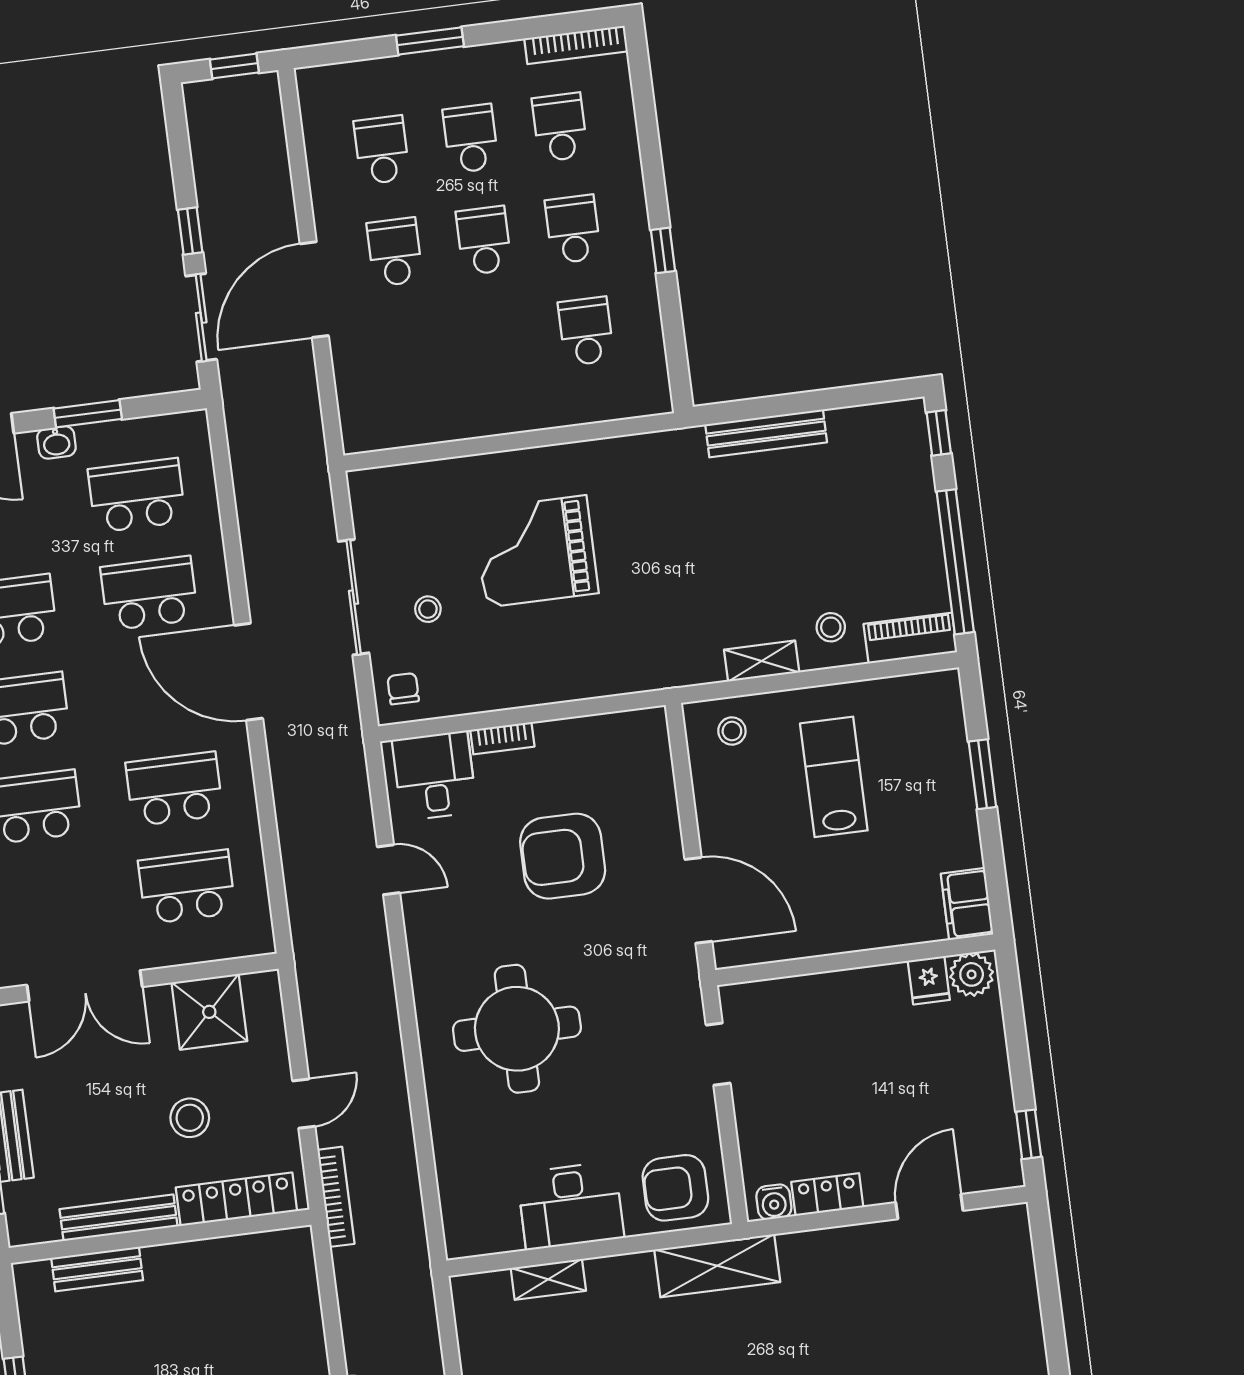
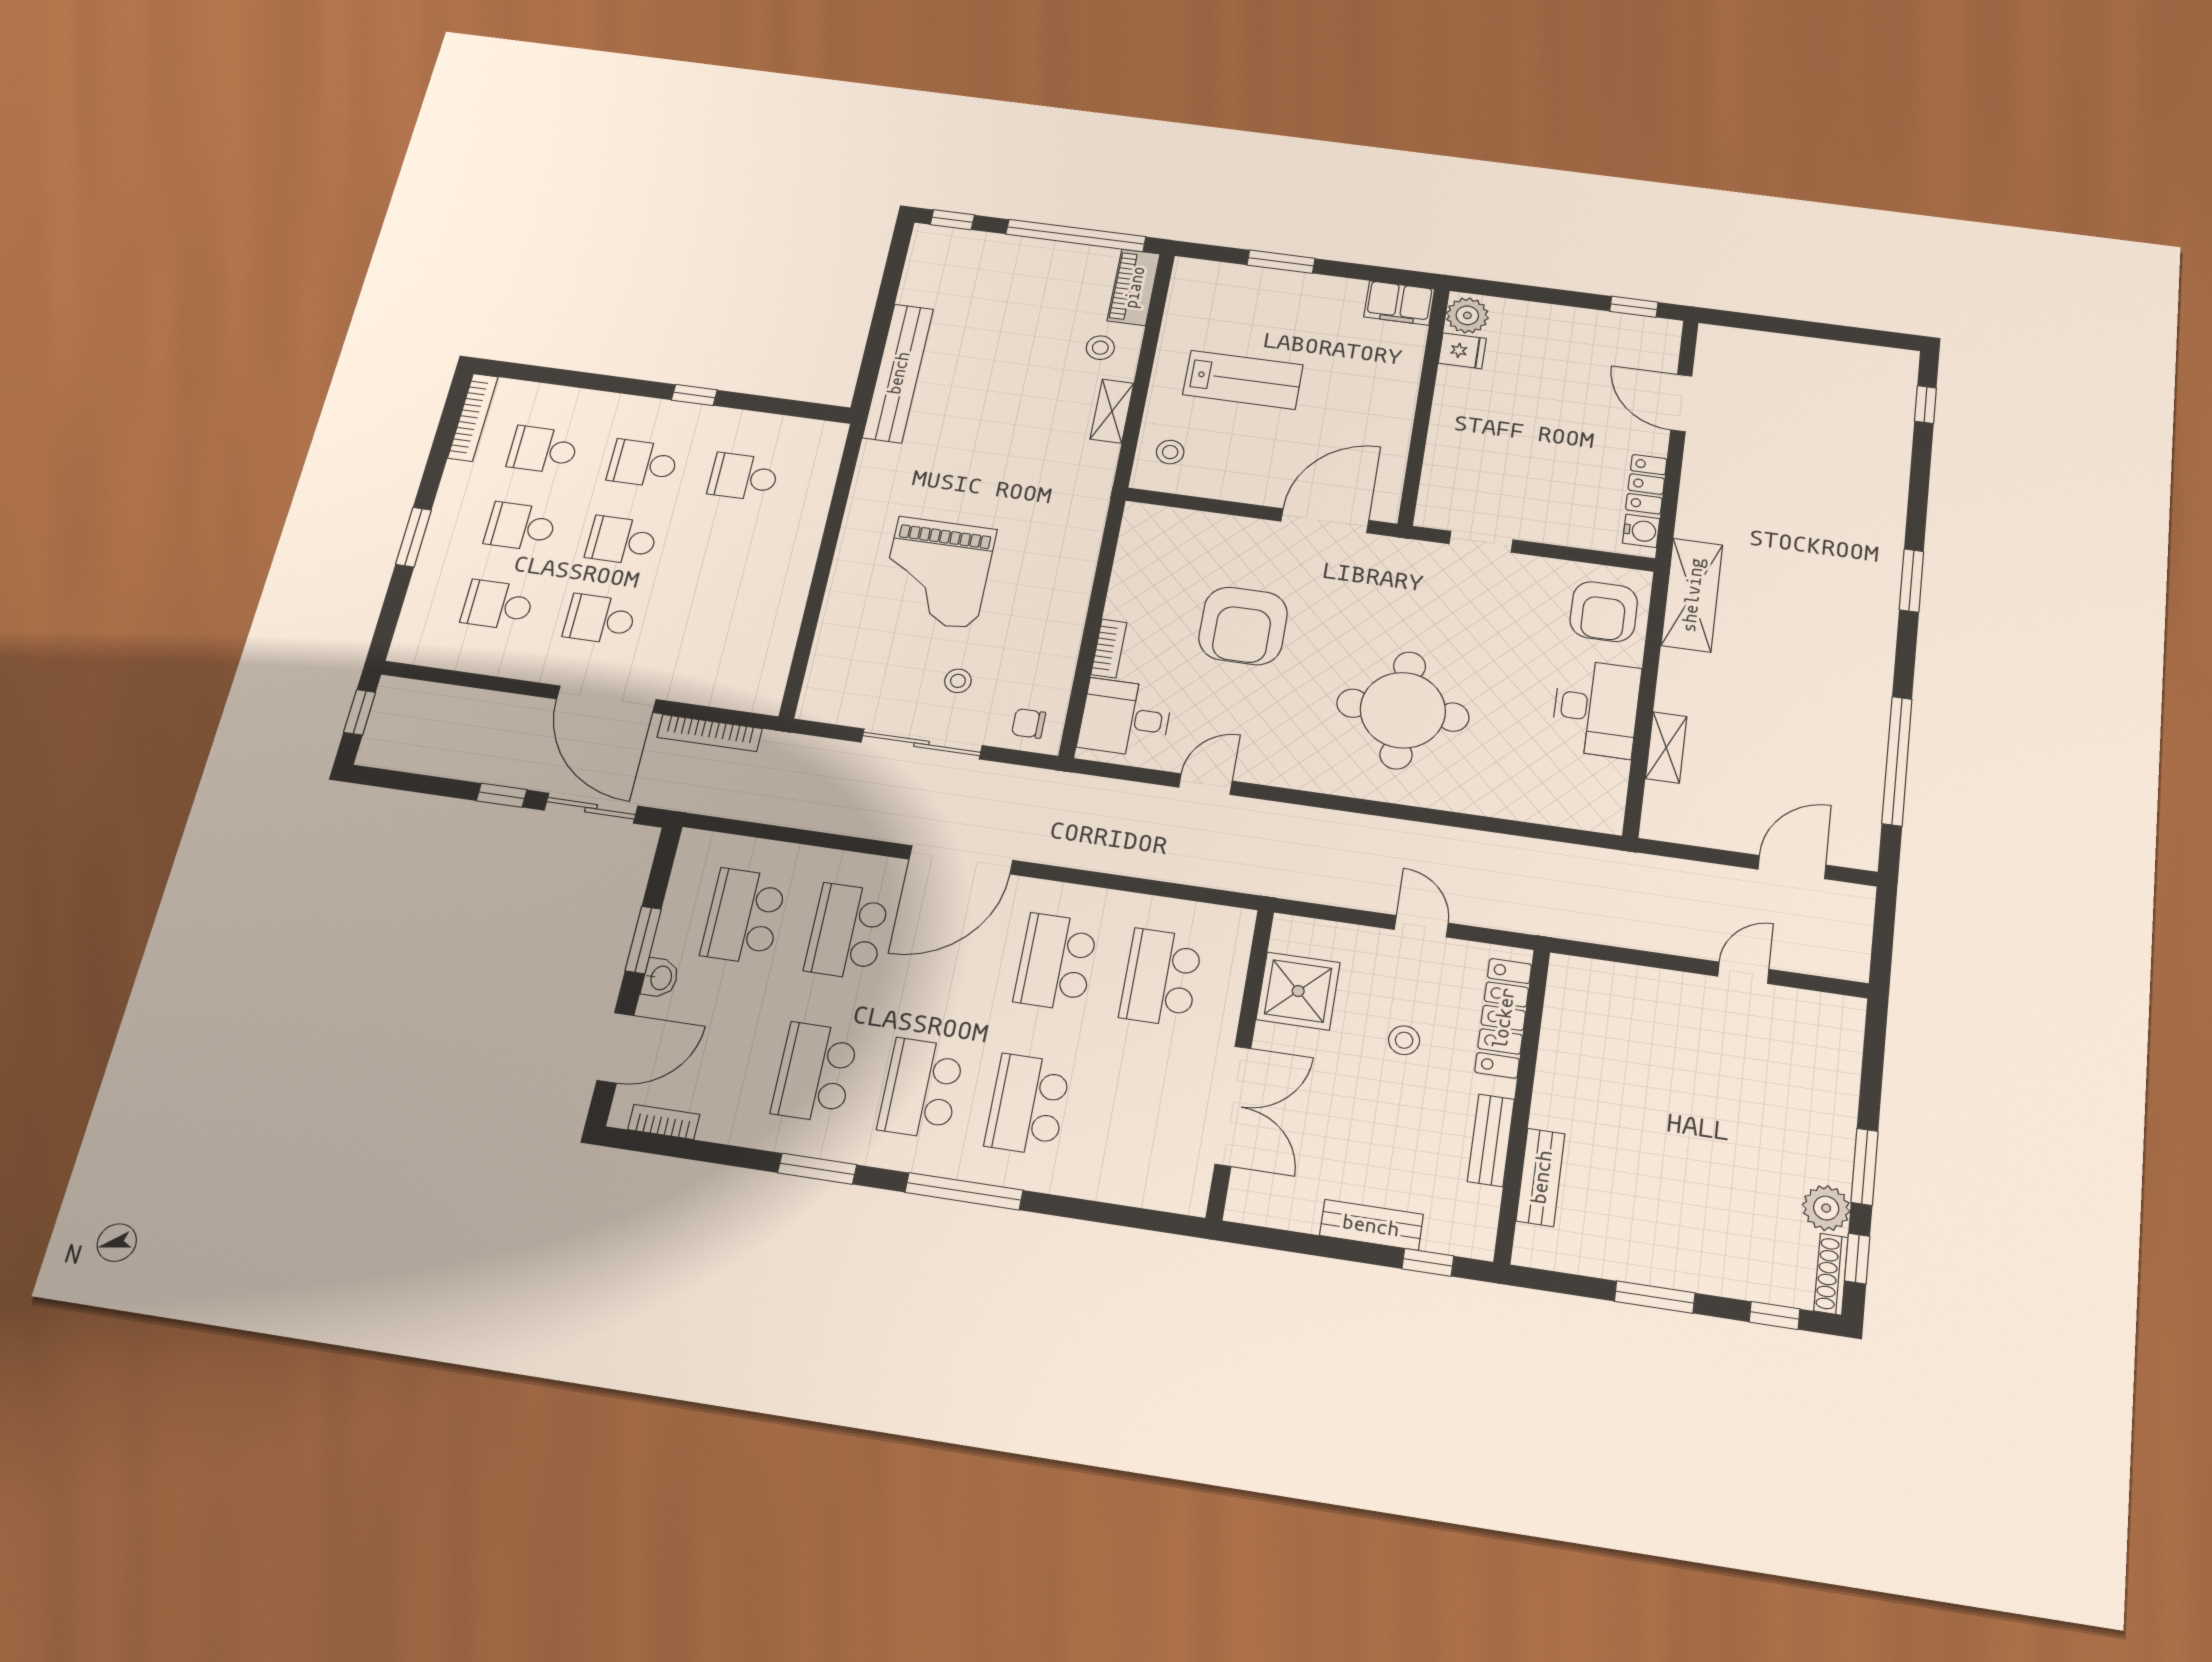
bench: (766, 433) -> (898, 373), width x1.37, depth x1.21
lab bench: (834, 777) -> (1243, 380), turned 180
stool: (190, 1118) -> (1404, 1040), width x0.73, depth x0.73
bookcase: (336, 1197) -> (710, 733), moved, turned 180
bench: (118, 1218) -> (1491, 1140), width x0.73

